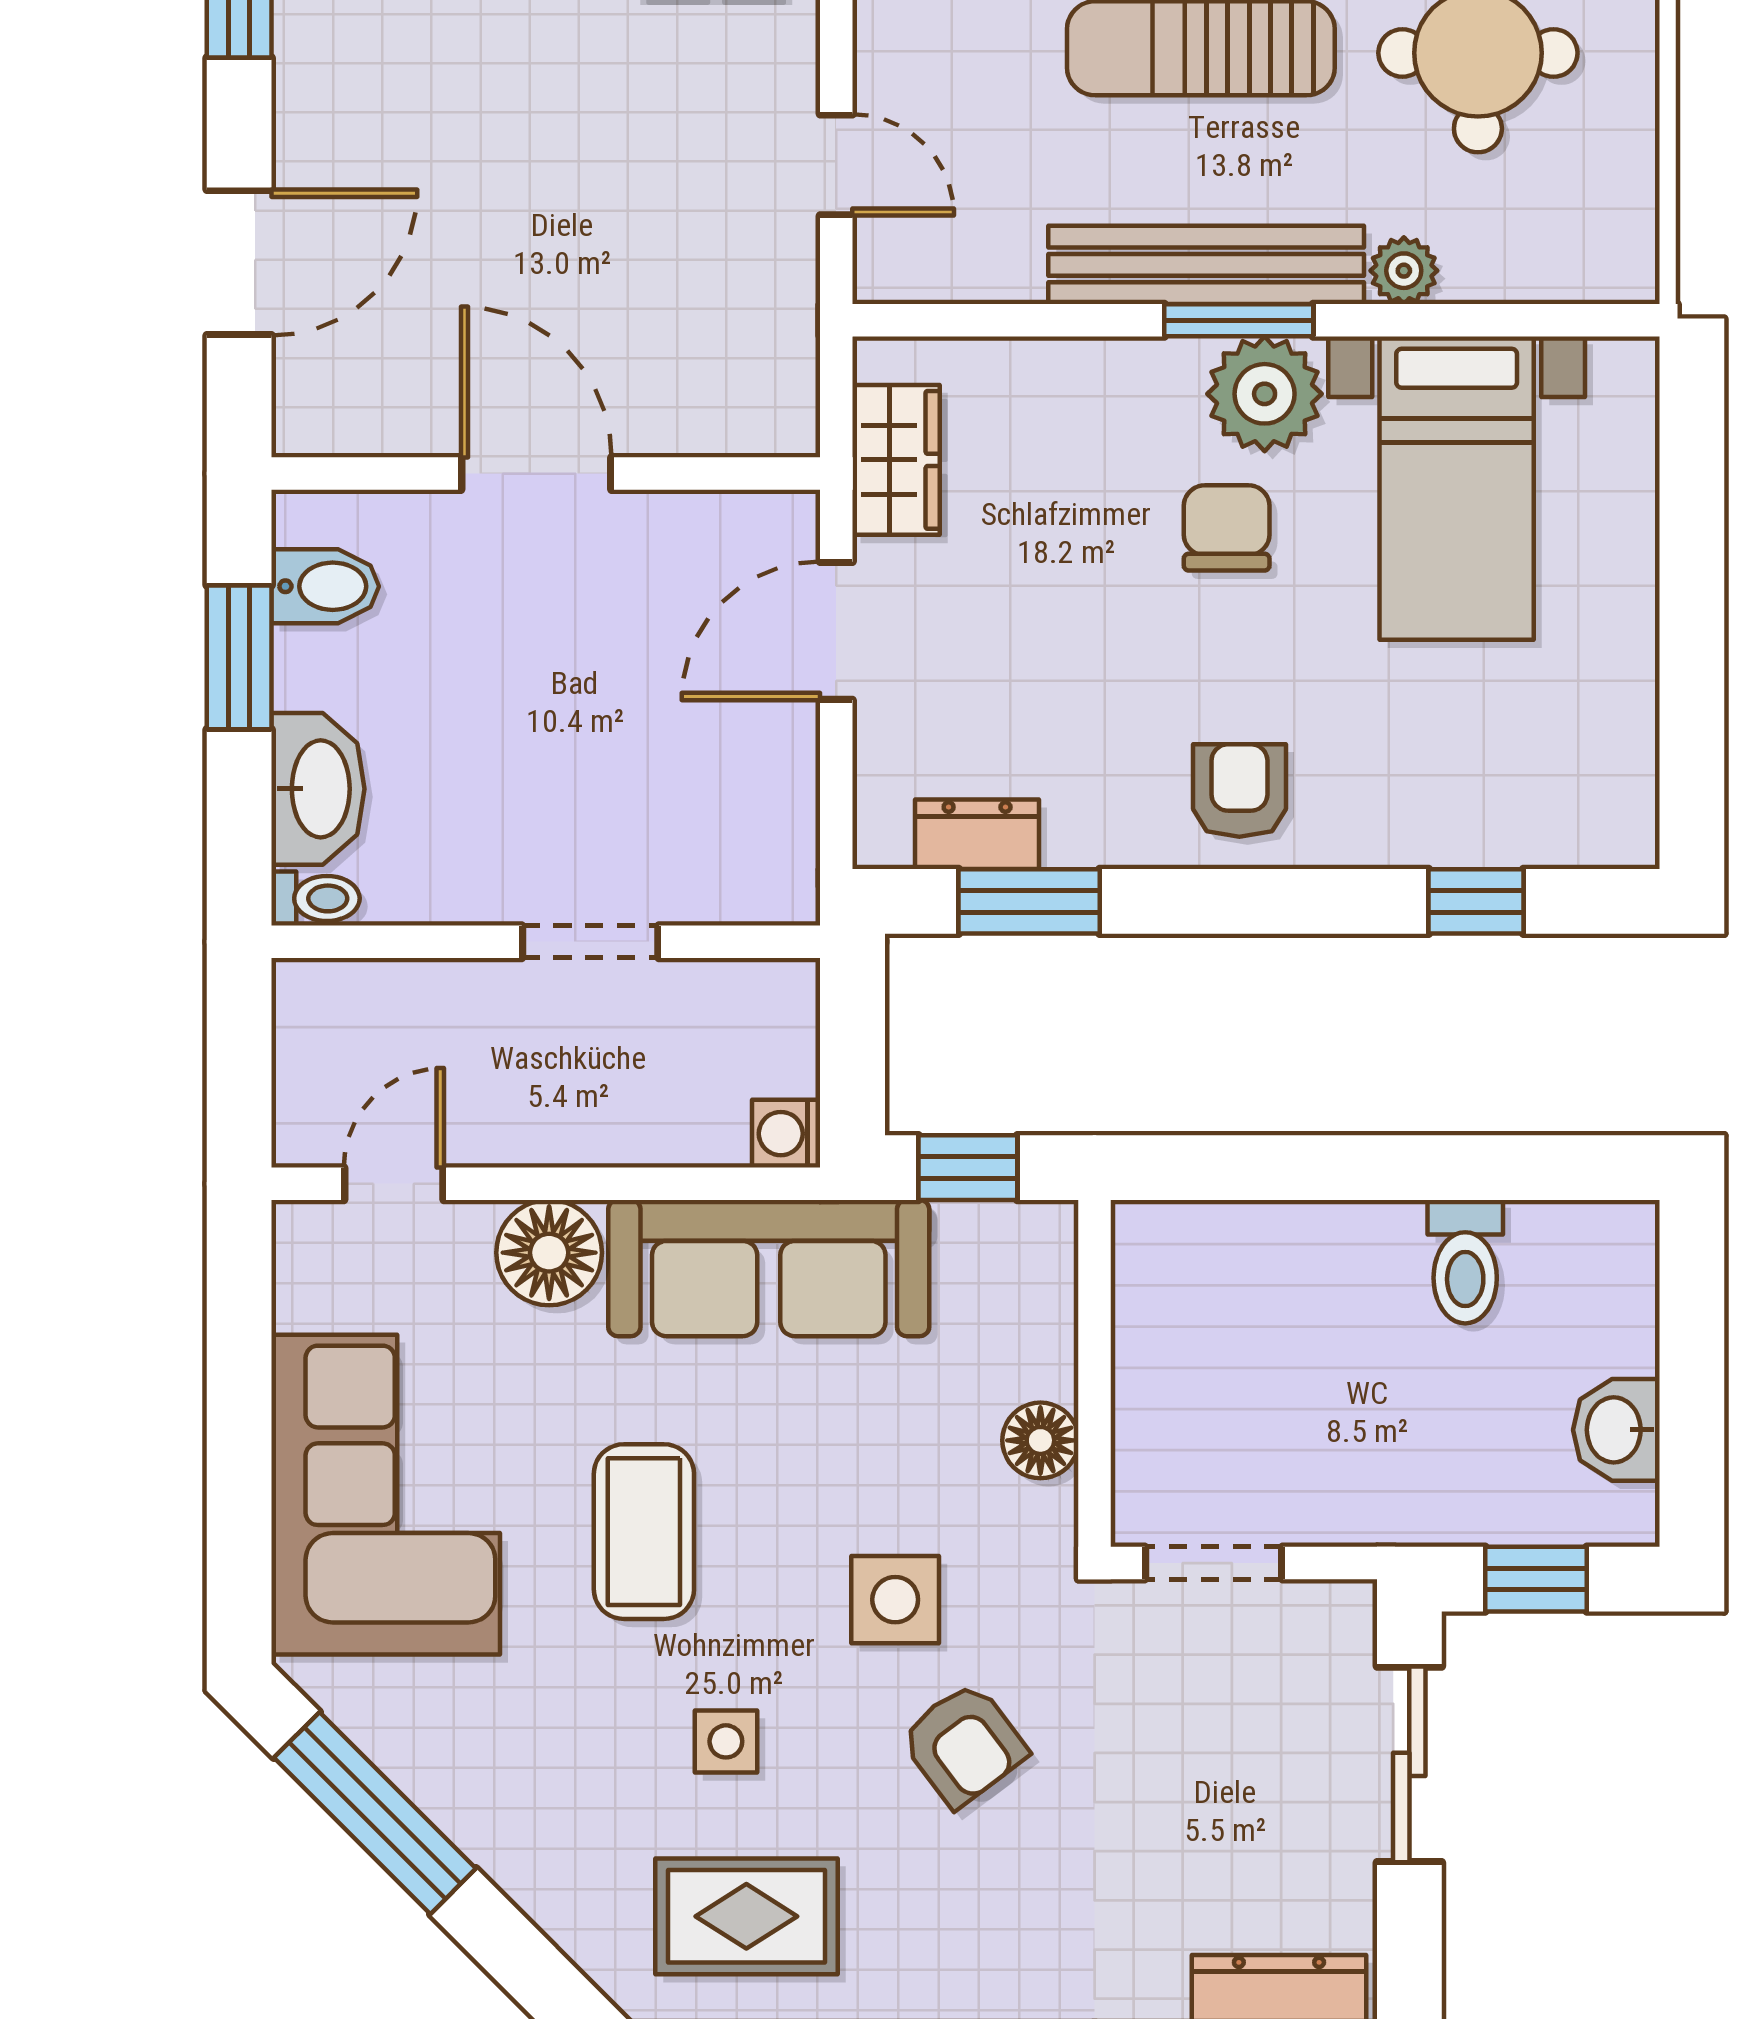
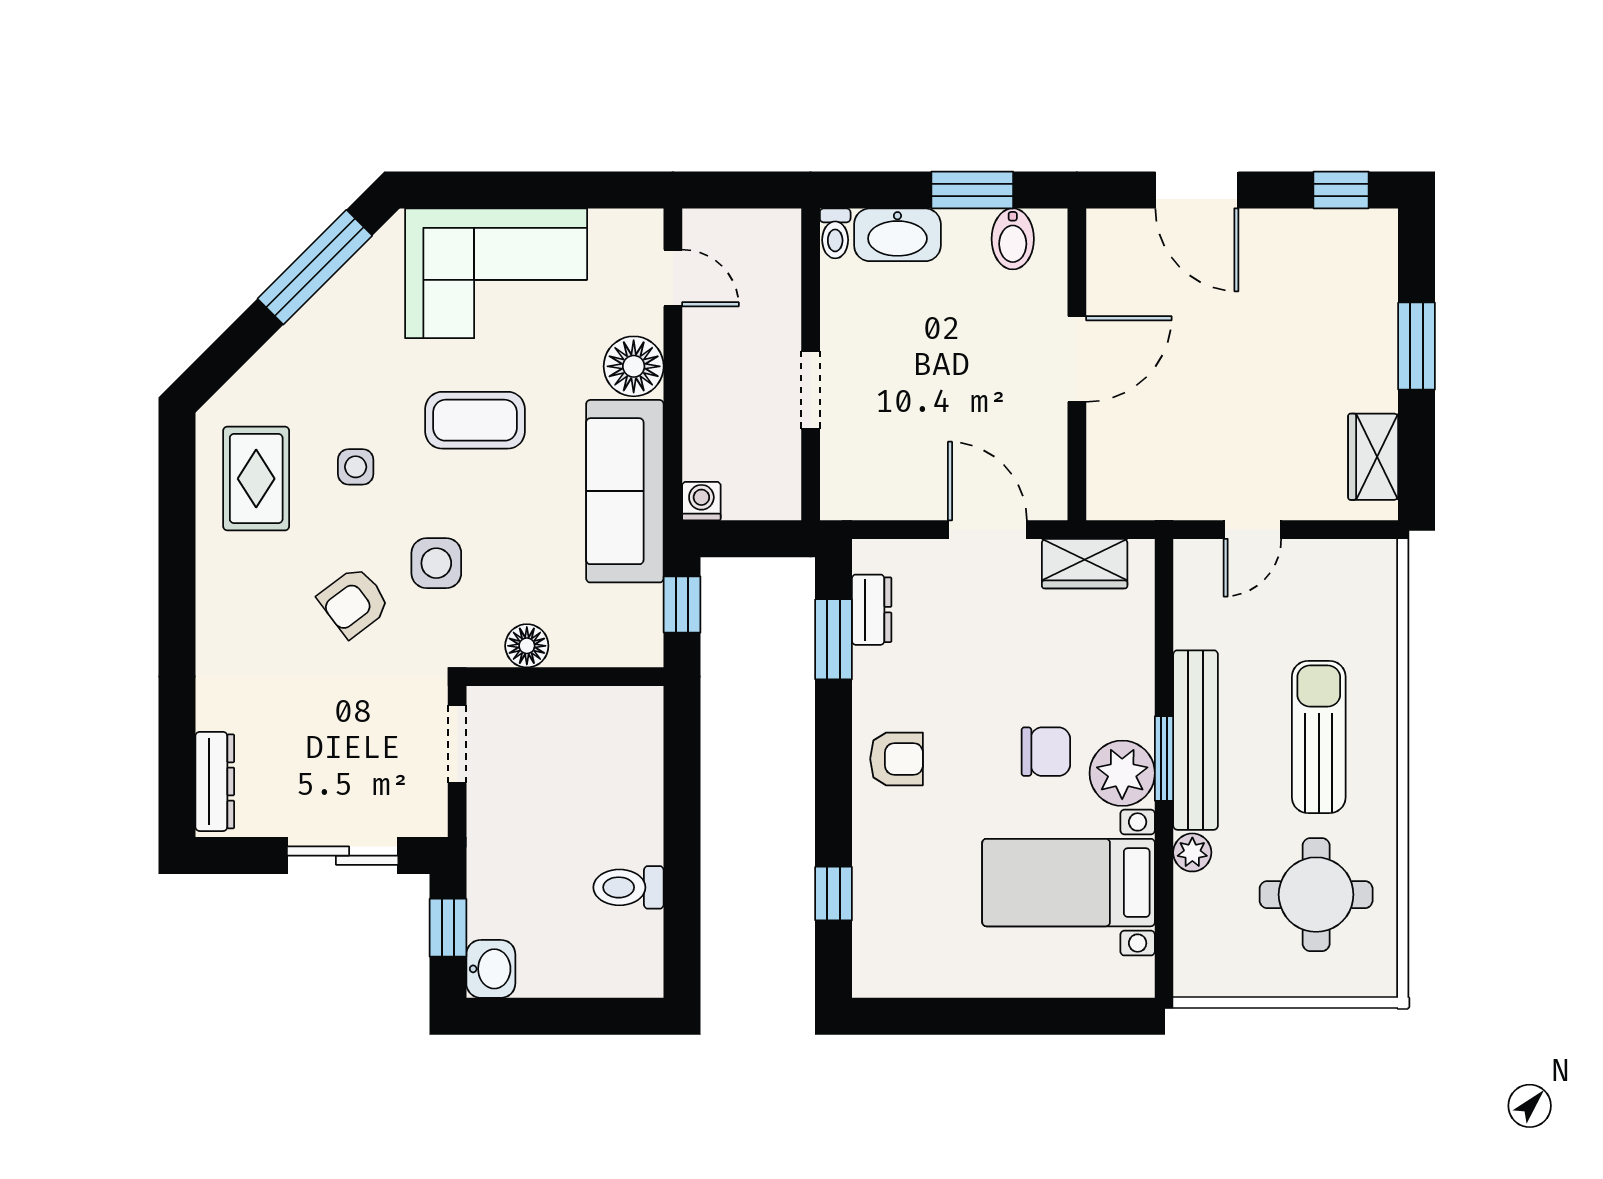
washbasin: (1616, 1430) -> (491, 969), moved, turned 90

